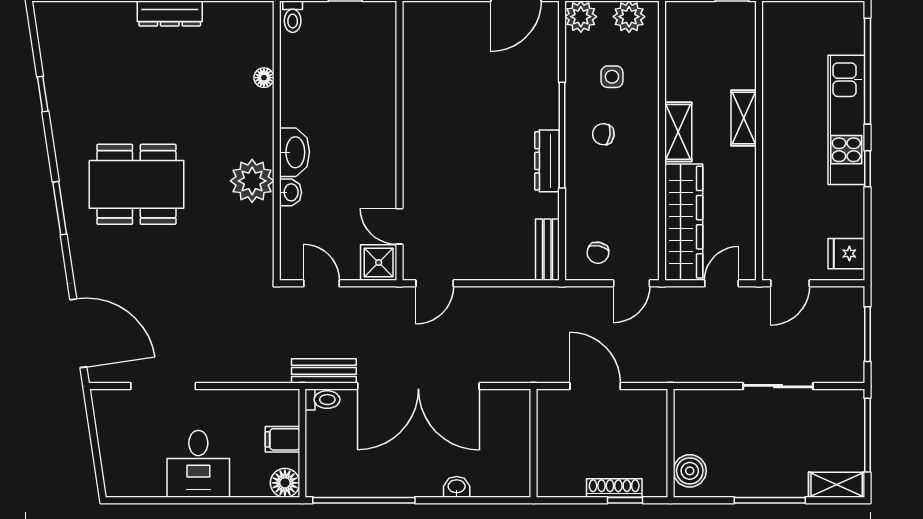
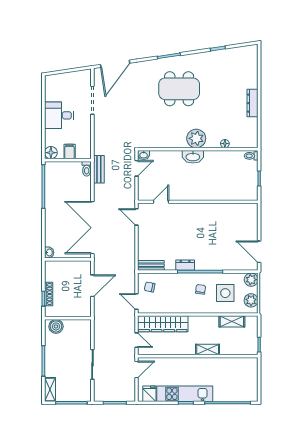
side table: (612, 77) -> (225, 293), width x1.87, depth x1.87
kitchen unit: (846, 120) -> (185, 394), moved
shelving: (678, 132) -> (232, 321), moved
dresser: (547, 161) -> (185, 265), width x0.70
plant: (252, 181) -> (196, 138), moved
dining table: (136, 184) -> (179, 89), turned 90
washbasin: (290, 192) -> (144, 155), moved
shower: (379, 263) -> (145, 193), removed
door: (790, 283) -> (137, 370), swing flipped
double door: (418, 386) -> (92, 228), moved
washbasin: (457, 487) -> (49, 253), moved

